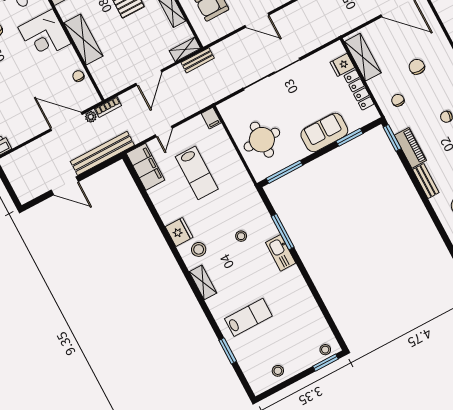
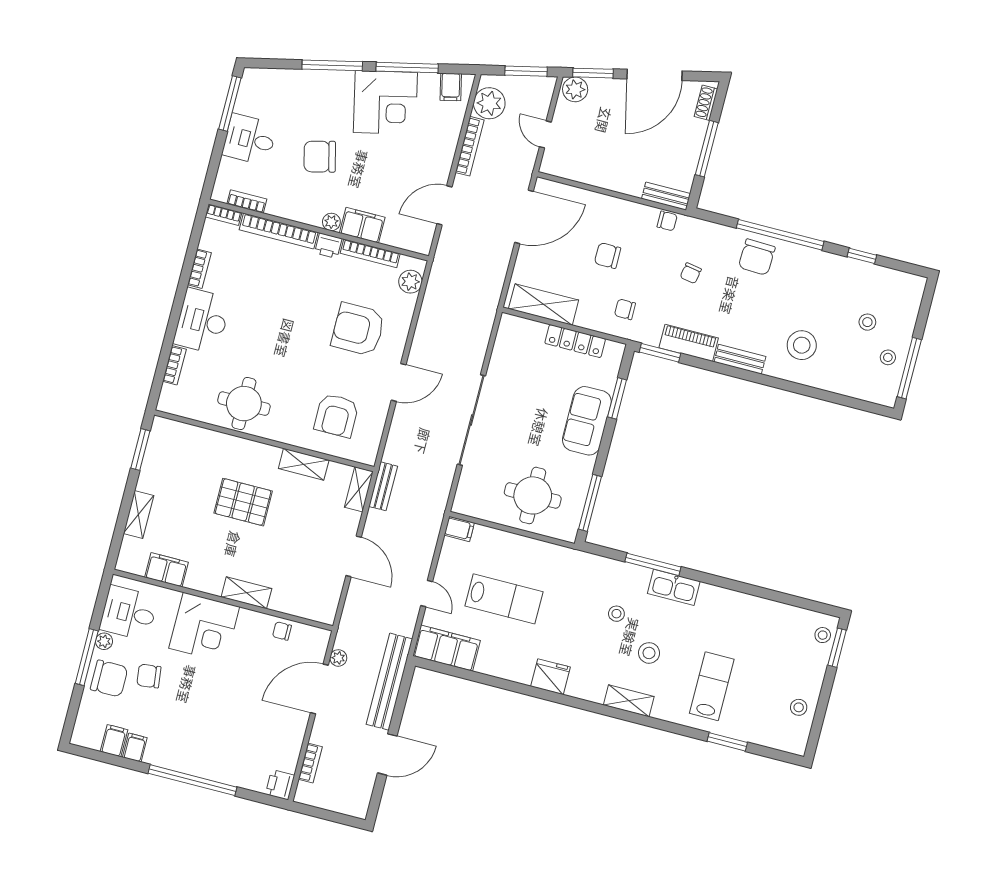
shelving: (83, 39) -> (246, 593), width x0.67, depth x0.75
fridge: (342, 65) -> (532, 334), removed
bookcase: (108, 107) -> (310, 763), moved
stool: (199, 249) -> (649, 653), moved

